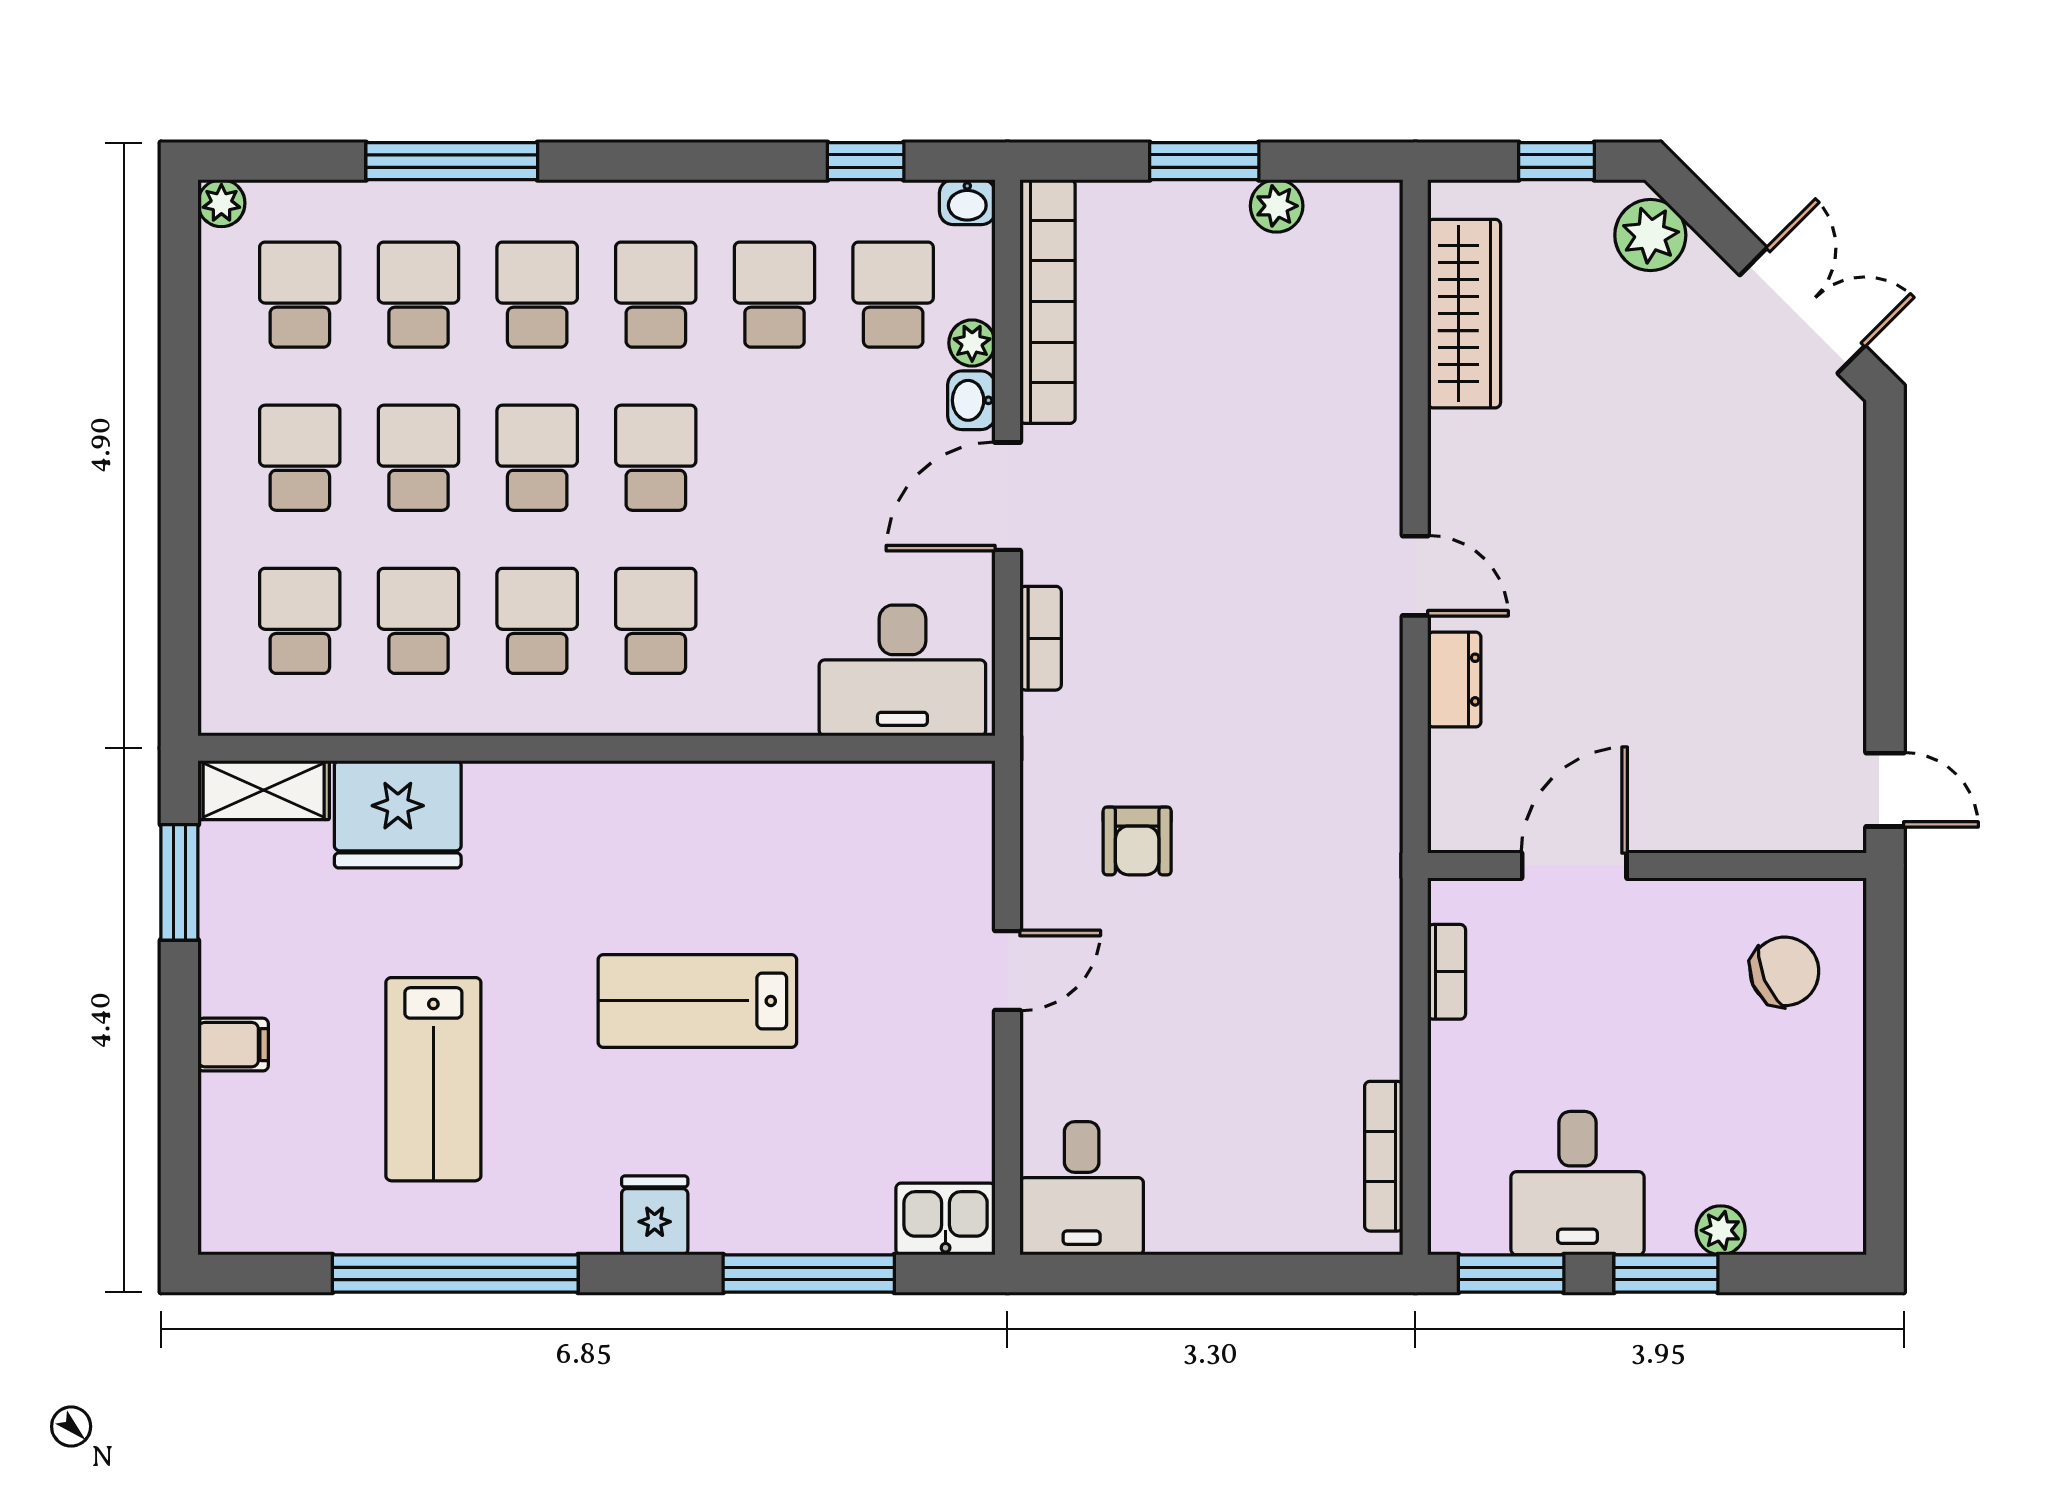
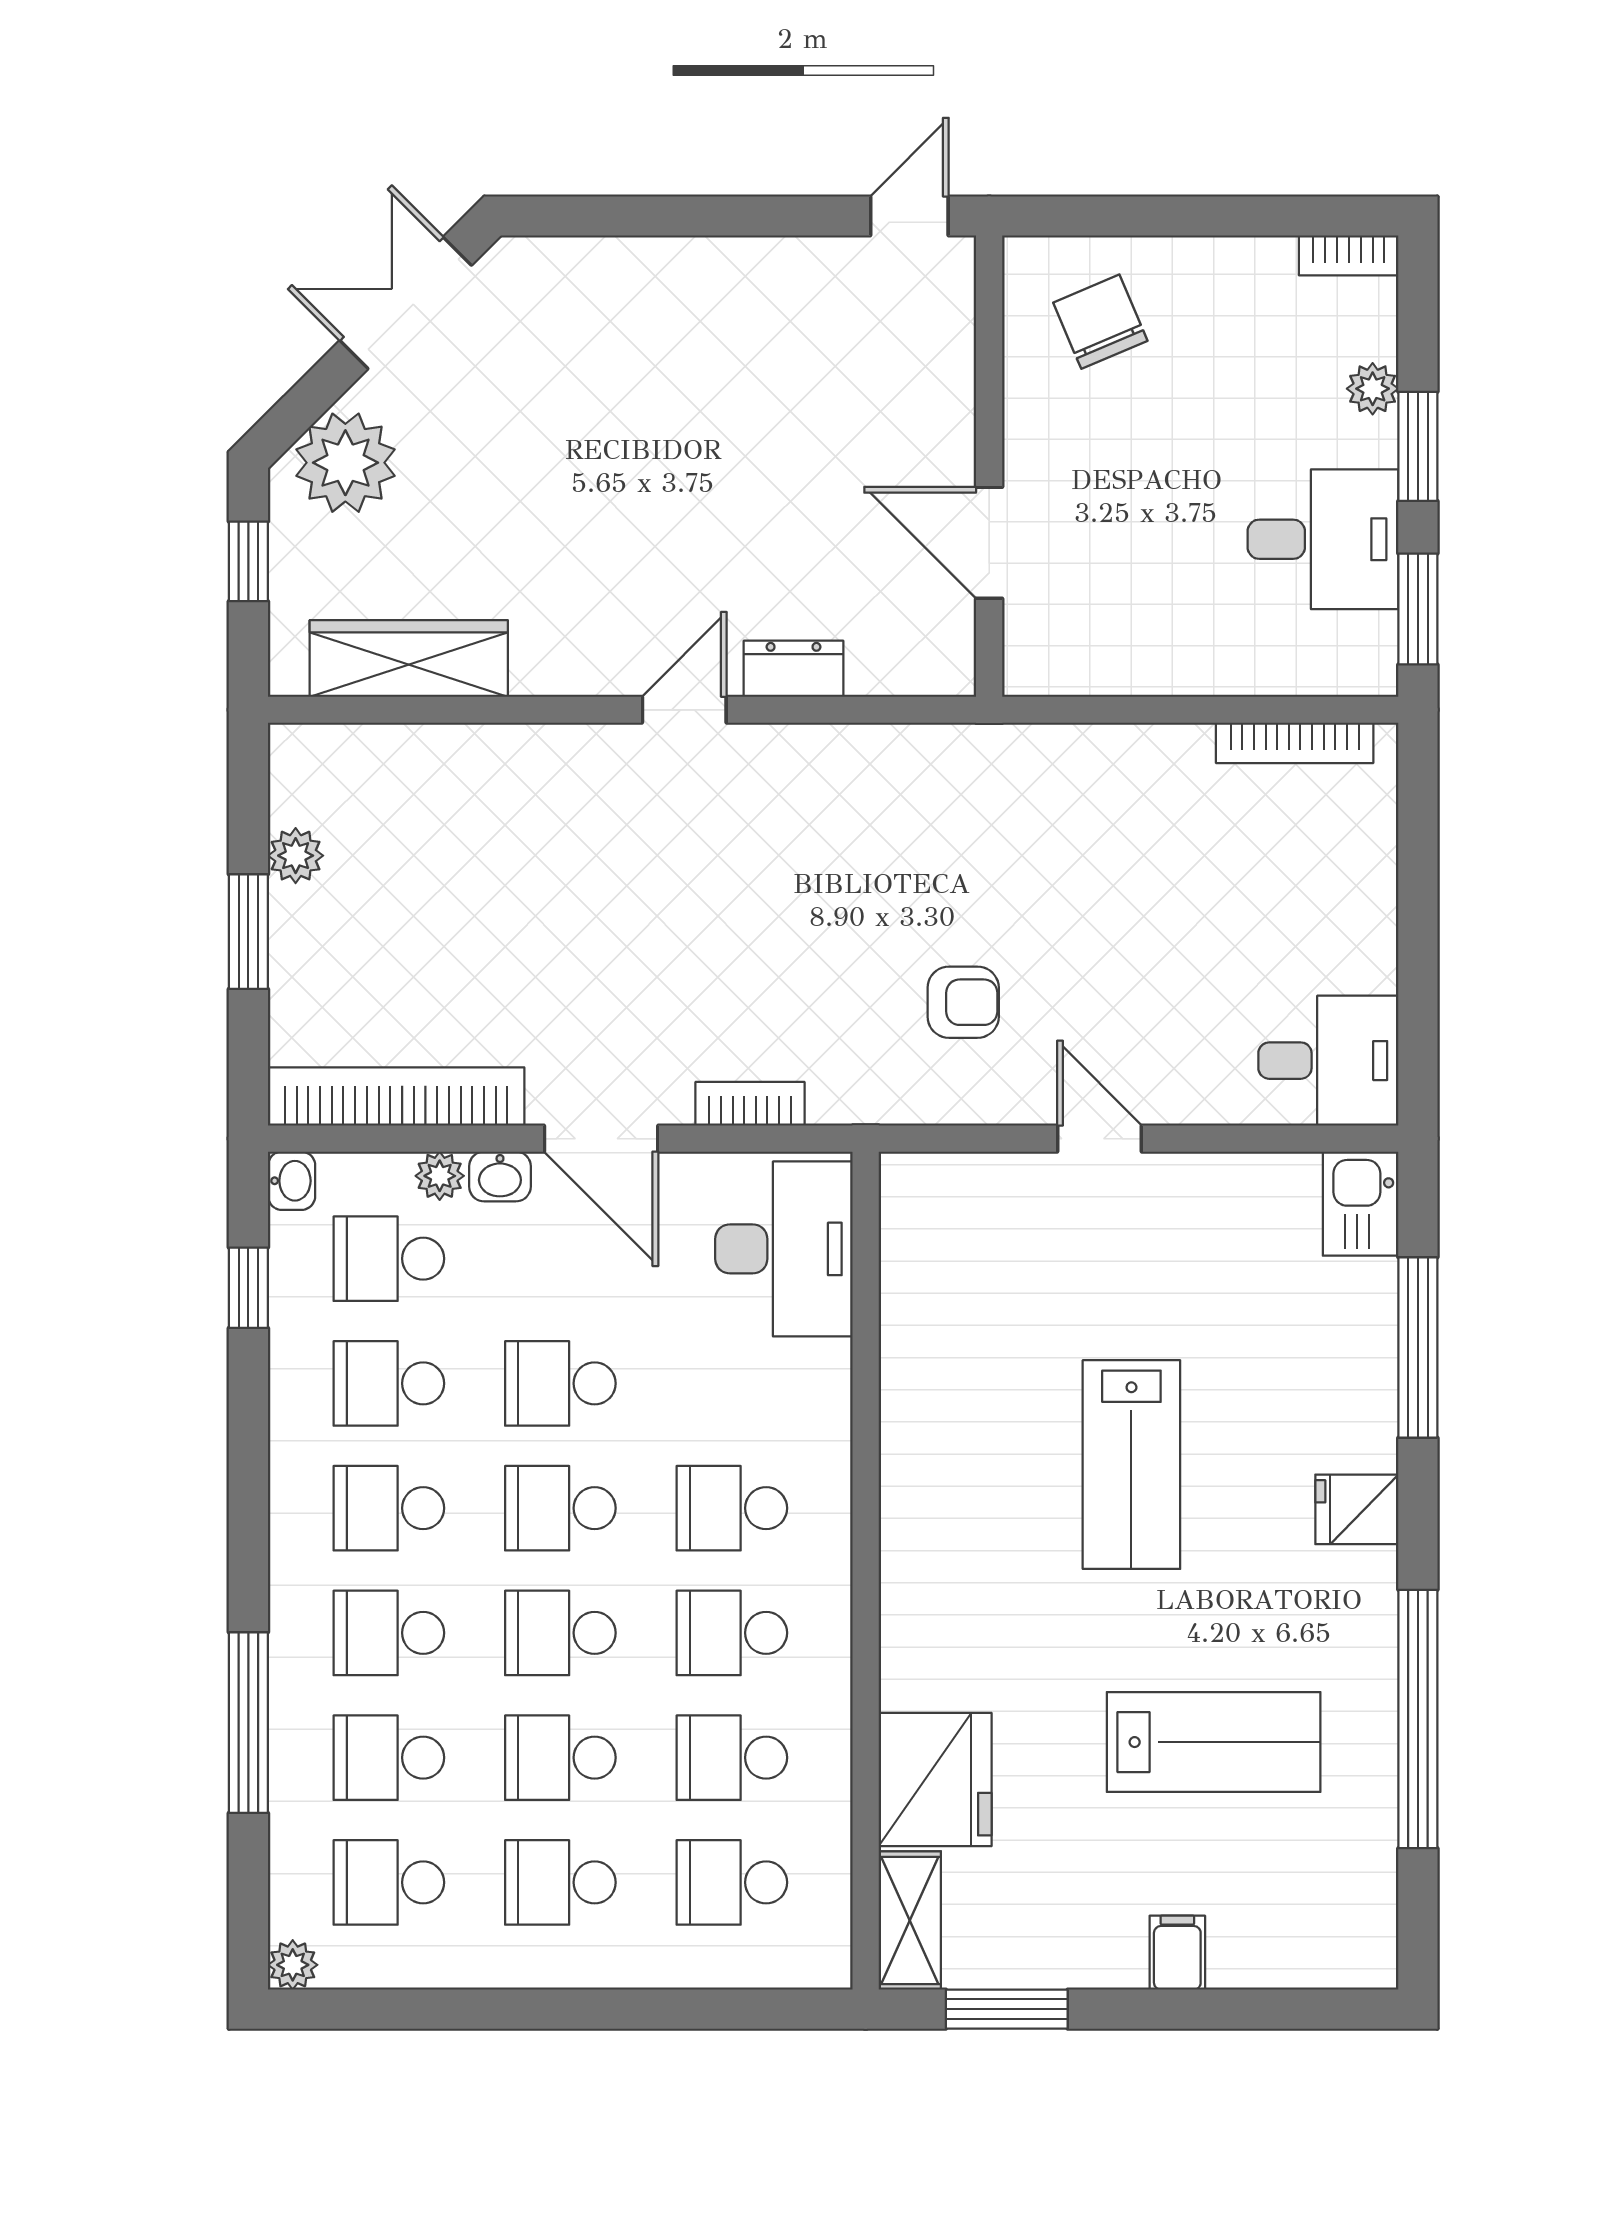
plant: (1650, 235) -> (345, 463), width x1.36, depth x1.36
school desk: (774, 458) -> (560, 1383), added
bookcase: (1447, 972) -> (1349, 255), moved, turned 180

